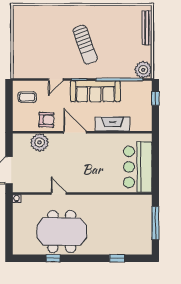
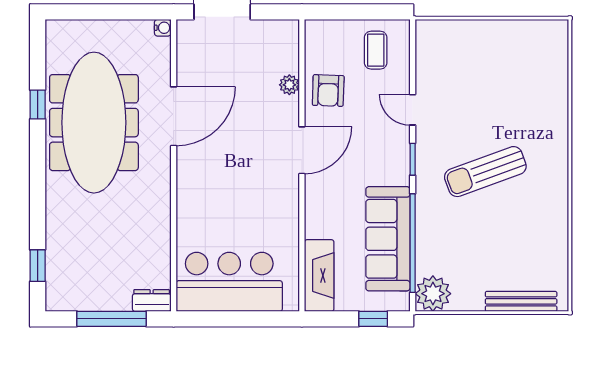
sofa: (95, 91) -> (388, 239), moved
fireplace: (112, 124) -> (319, 276), moved
plant: (40, 142) -> (289, 85), width x0.53, depth x0.53
door: (59, 193) -> (174, 116), width x1.88
dresser: (147, 204) -> (152, 301), added
meeting table: (62, 231) -> (94, 123), width x1.36
window: (117, 258) -> (38, 266), moved

